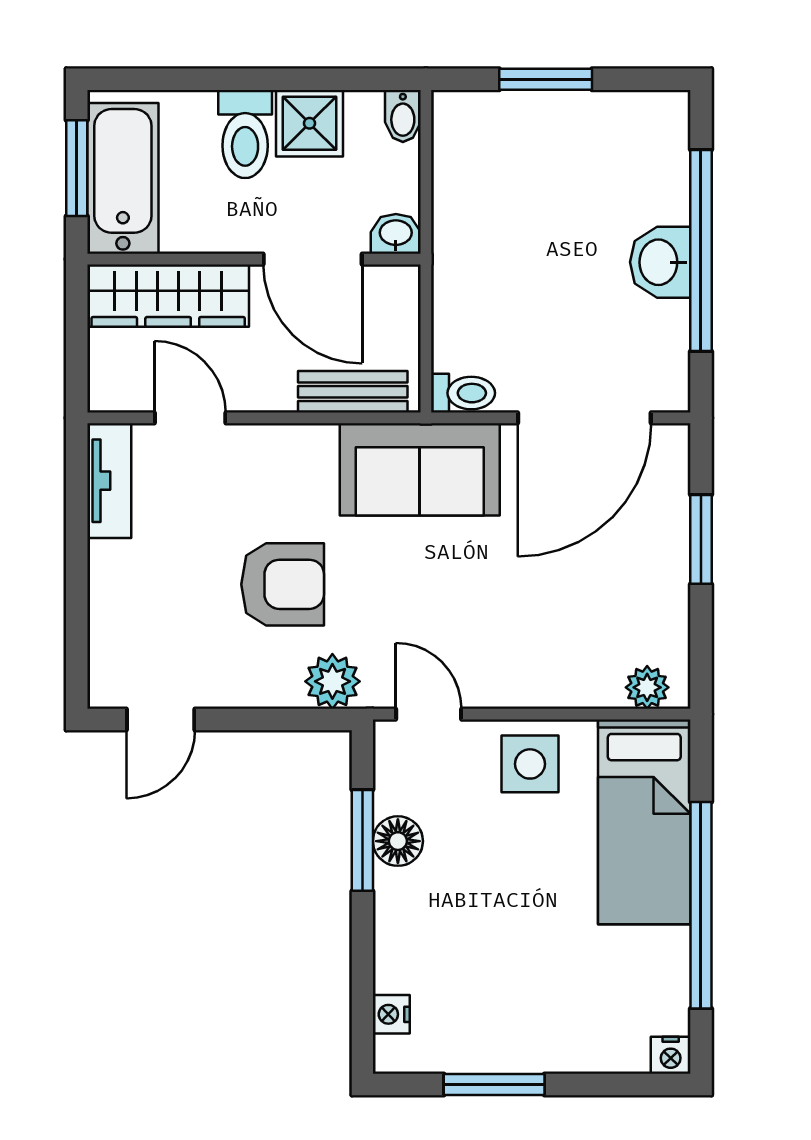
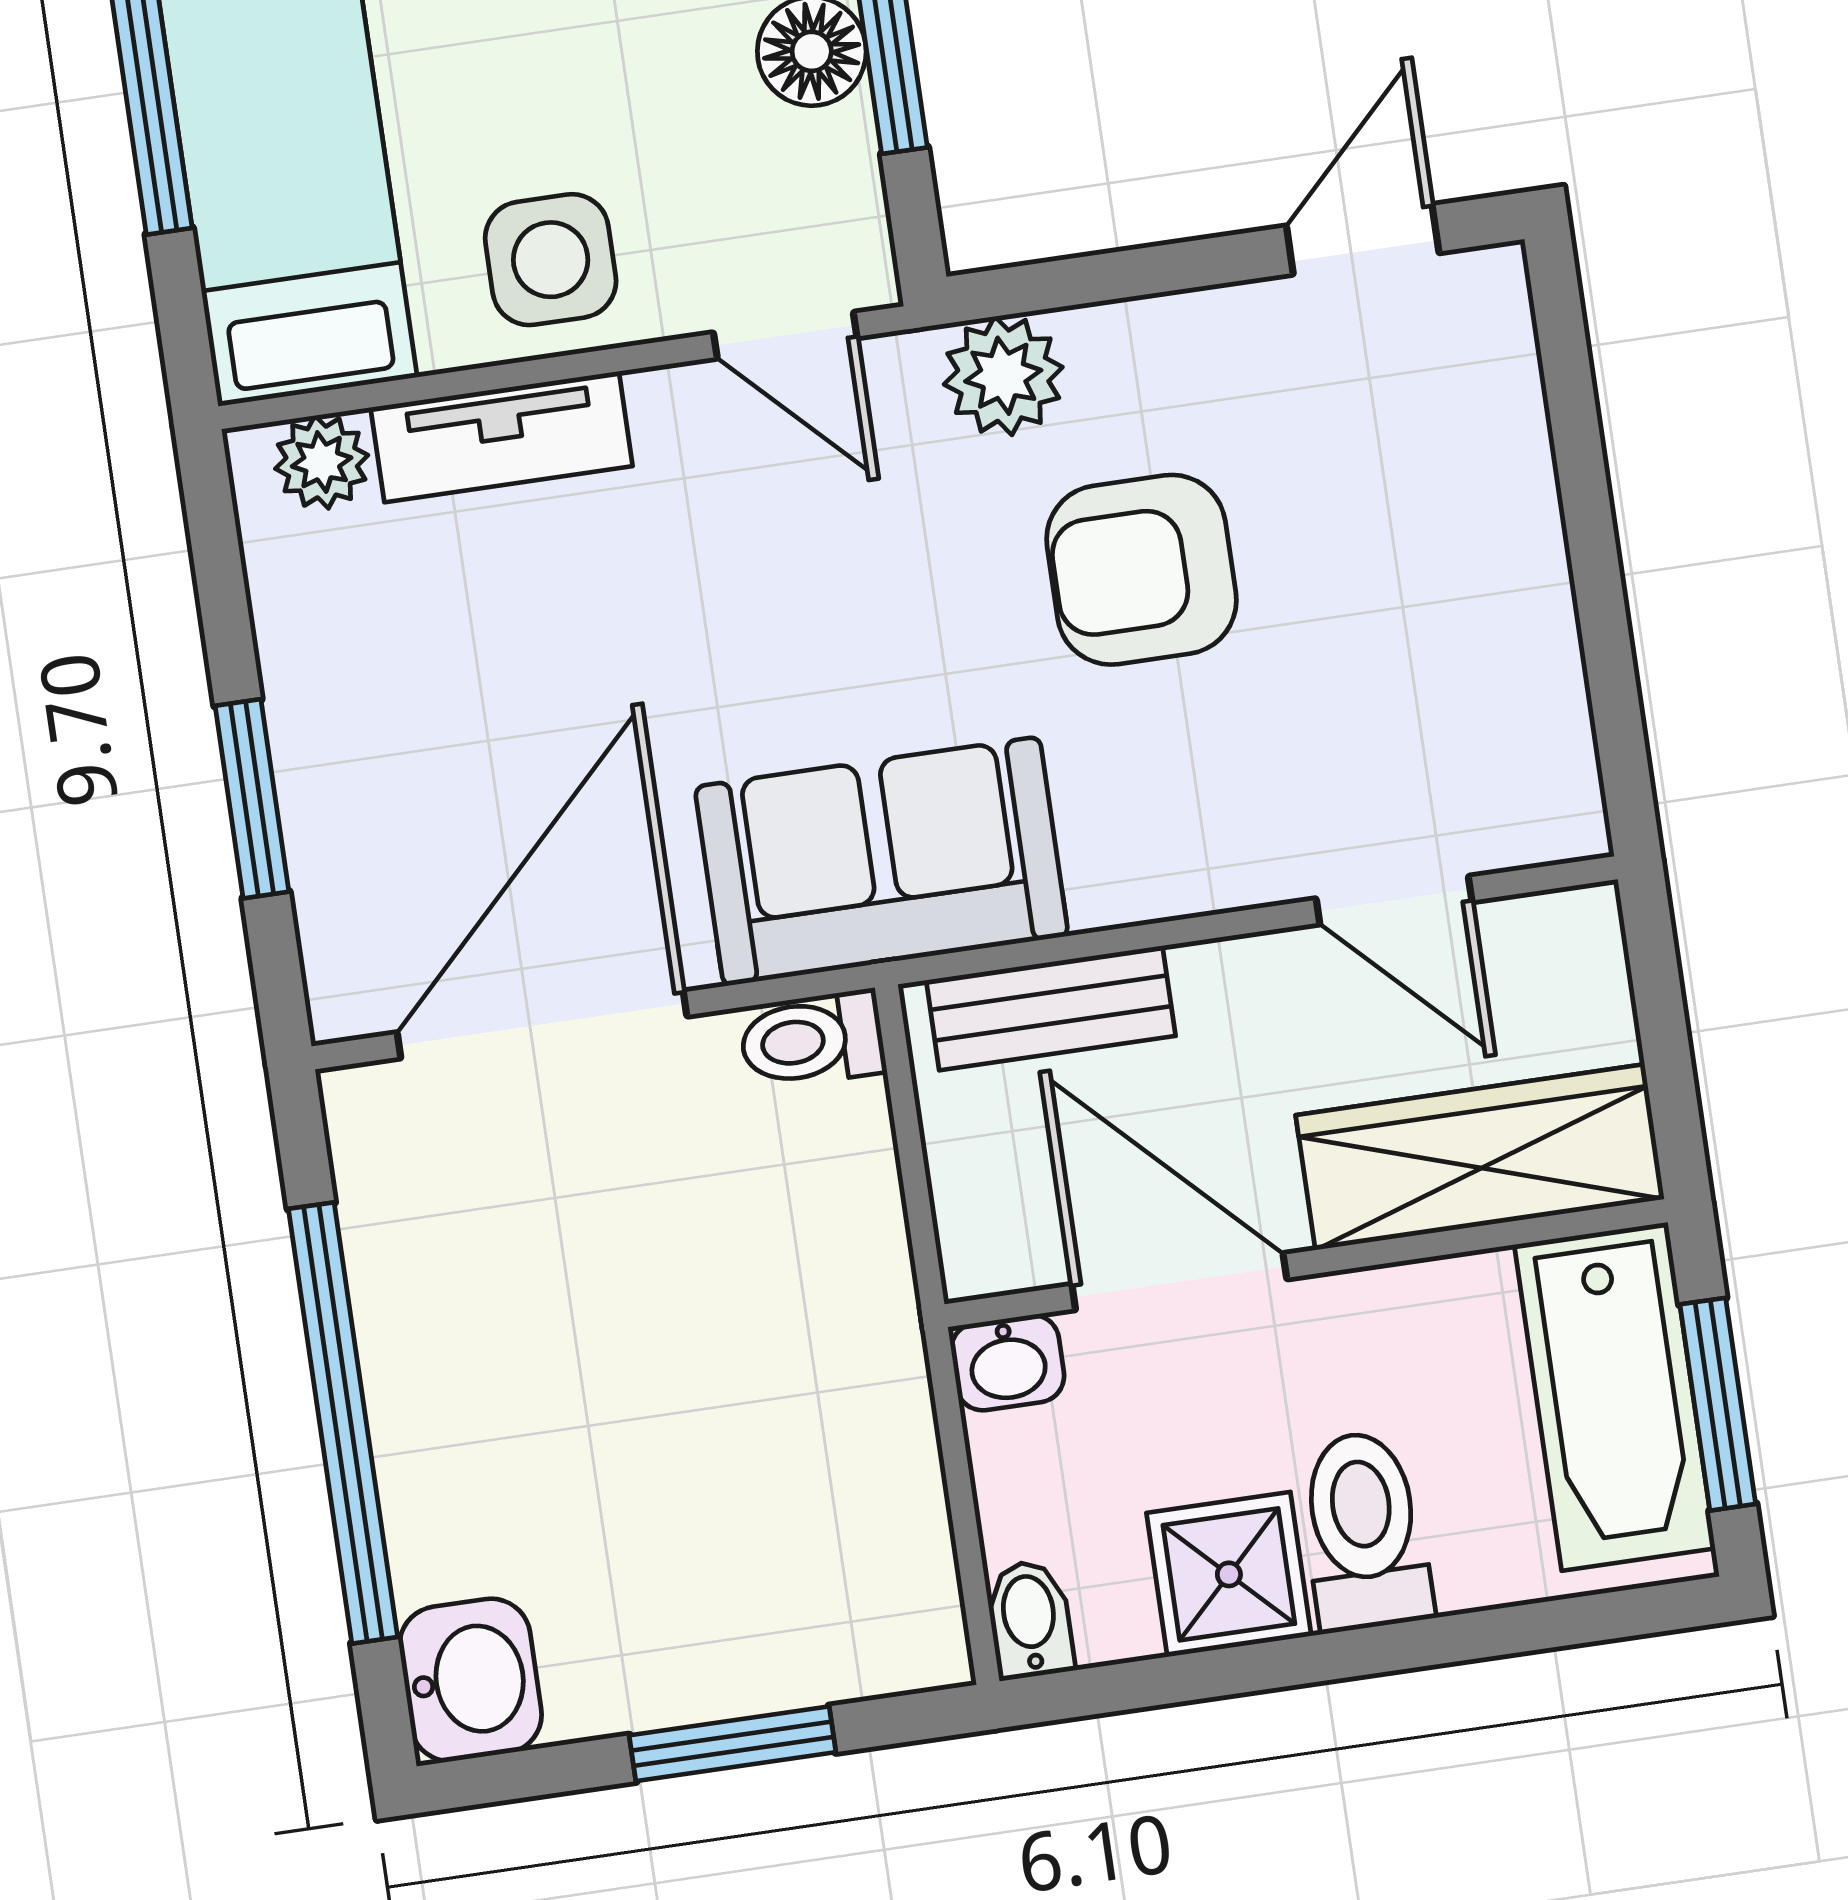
washbasin: (660, 262) -> (470, 1680), moved
tv unit: (109, 481) -> (502, 437), moved, turned -90

